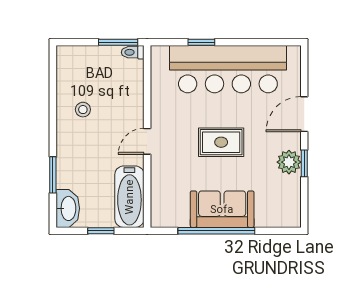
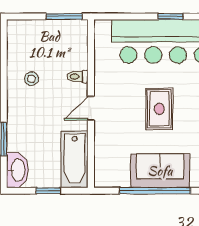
window: (201, 42) -> (170, 16), moved
toilet: (133, 52) -> (78, 77), moved
rug: (221, 142) -> (159, 109), turned 90

